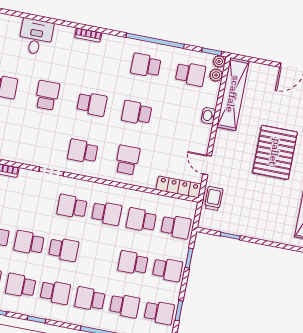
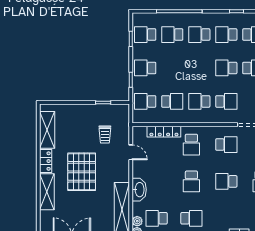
school desk: (137, 113) -> (191, 181), turned 90
washbasin: (208, 116) -> (139, 190), width x1.91, depth x1.45
locker: (179, 187) -> (164, 132), moved
trolley: (214, 199) -> (105, 134), moved
school desk: (133, 263) -> (172, 68), removed
school desk: (90, 299) -> (199, 35), turned 180

